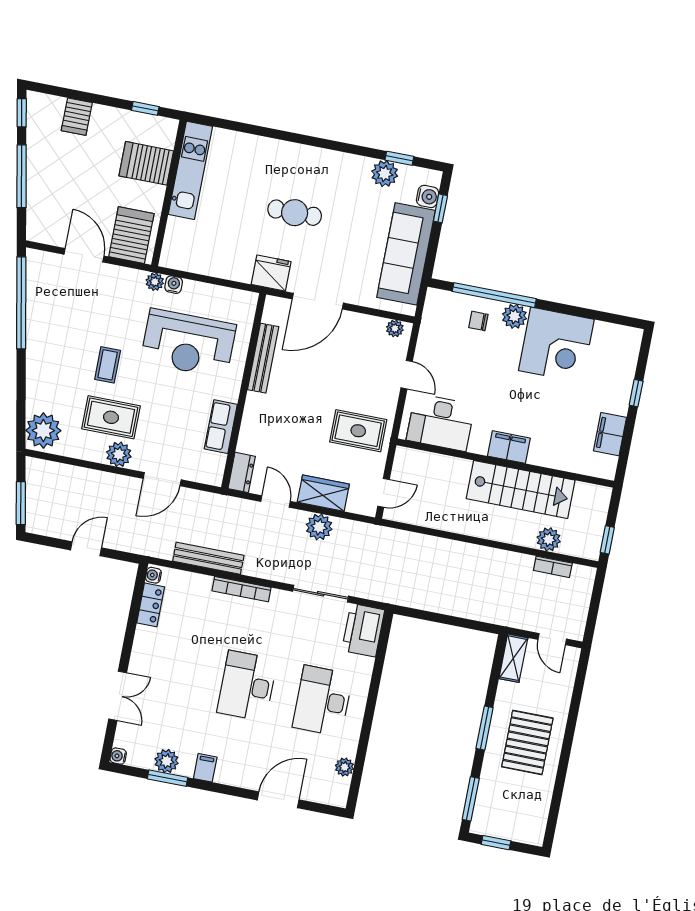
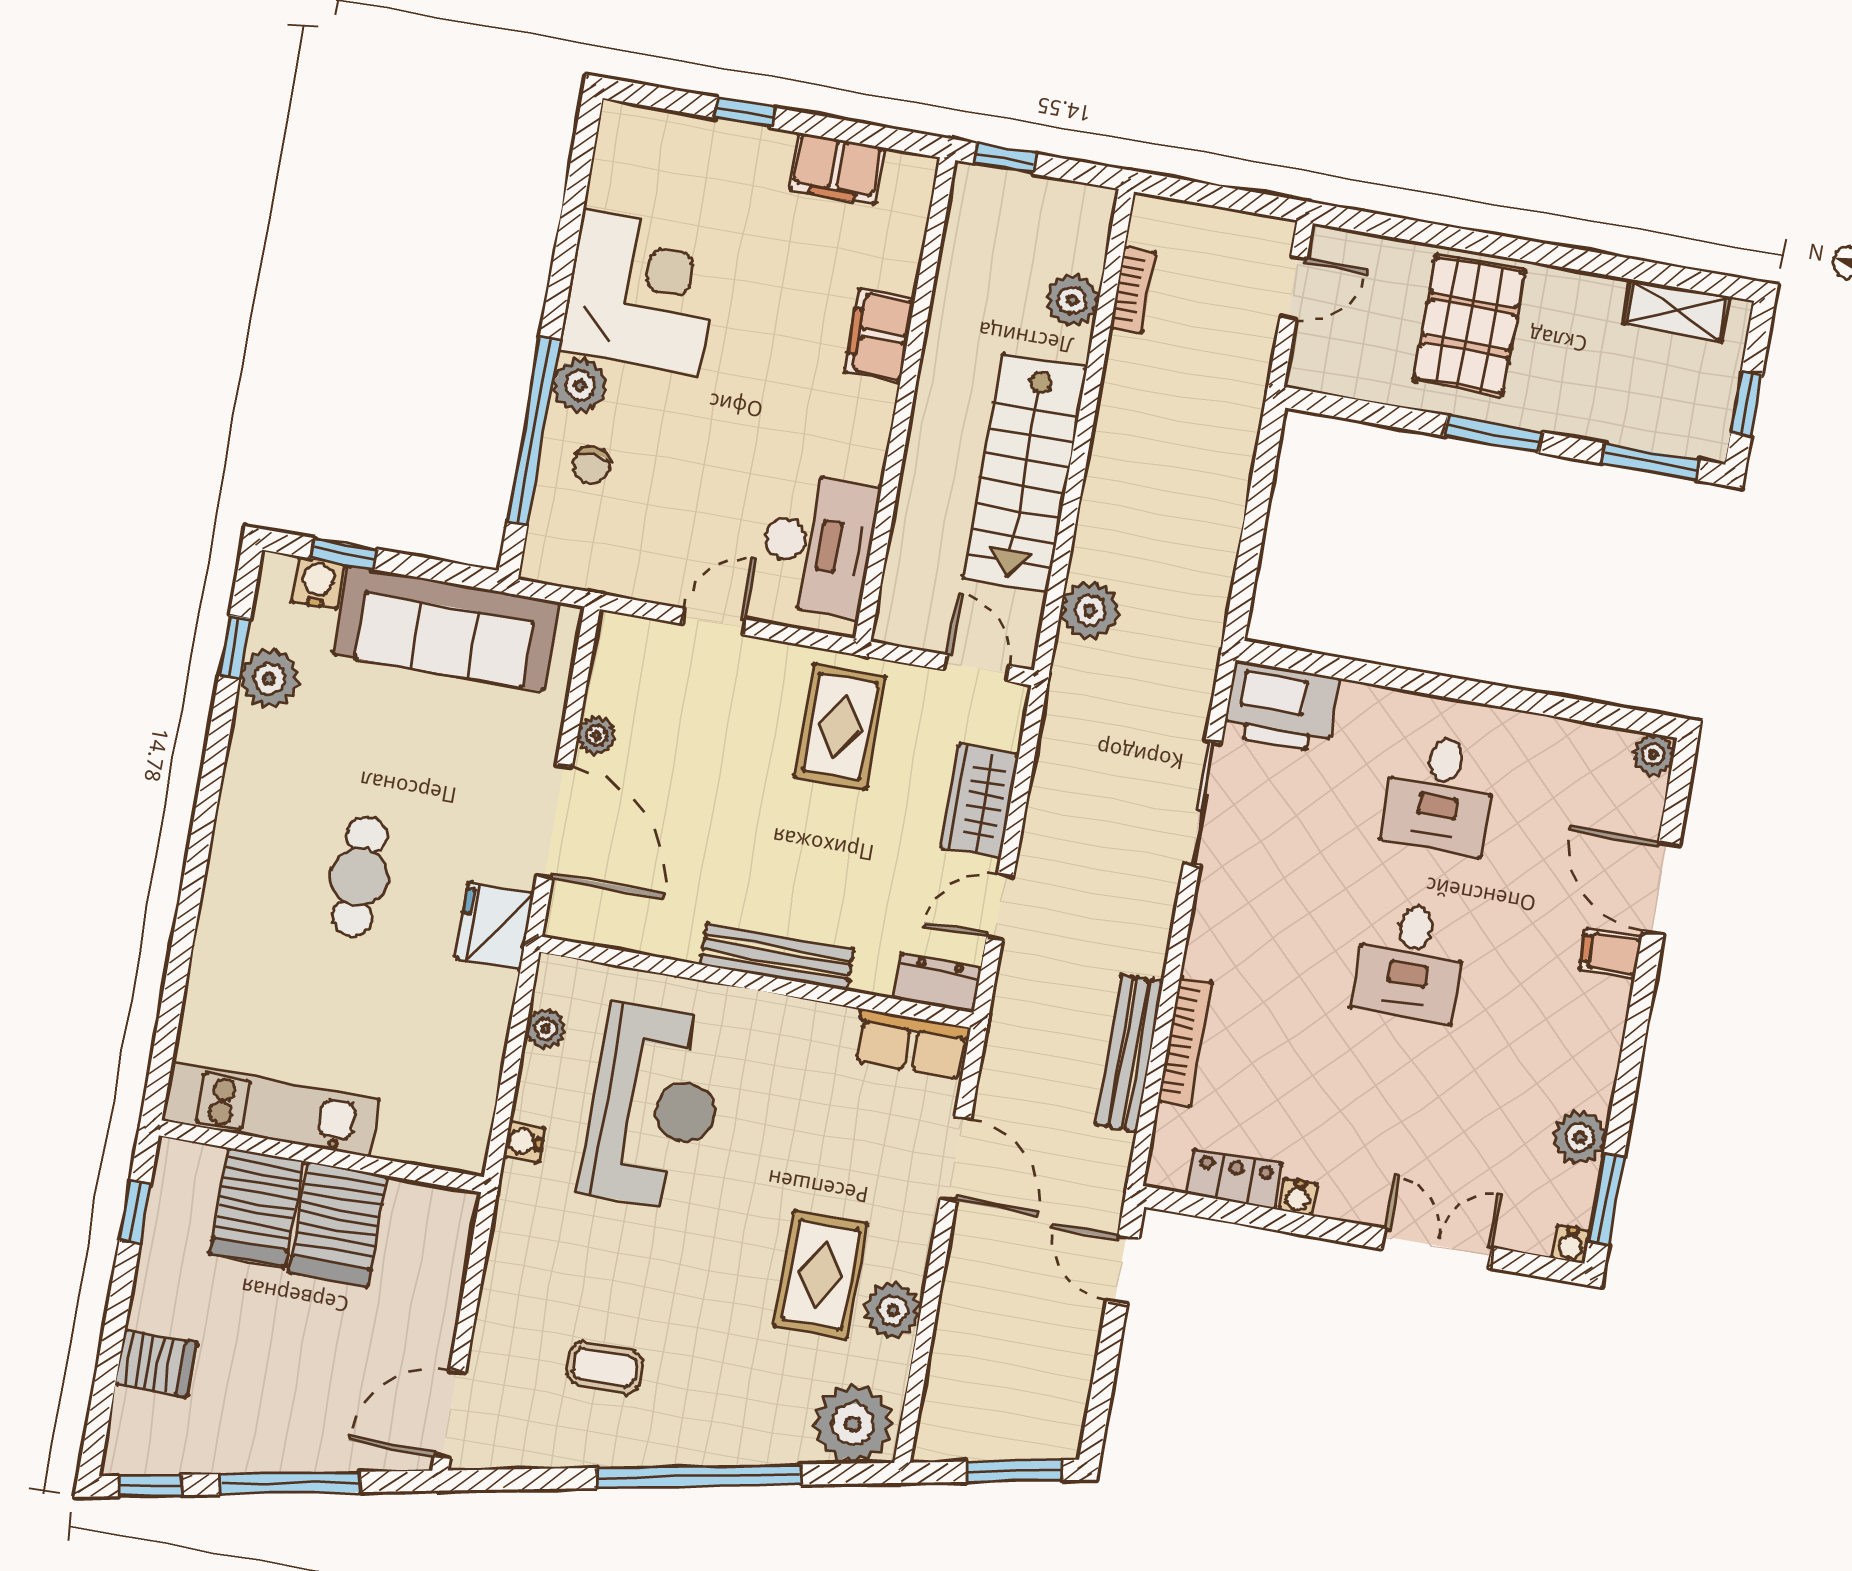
server rack: (131, 235) -> (338, 1224), moved, turned -90
door: (84, 255) -> (450, 1414), moved
plant: (155, 282) -> (546, 1029), moved
window: (21, 303) -> (699, 1476), moved
plant: (395, 328) -> (597, 735), moved
bench: (263, 358) -> (777, 957), moved
coffee table: (108, 365) -> (605, 1367), moved
row of seats: (221, 427) -> (912, 1044), moved
filing cabinet: (509, 447) -> (880, 336), moved
plant: (119, 454) -> (893, 1310), moved
stairs: (521, 489) -> (1025, 473), moved, turned 180
plant: (319, 527) -> (1090, 610), moved
window: (607, 540) -> (1005, 158), moved
door: (86, 549) -> (1123, 1270), moved
water cooler: (153, 575) -> (1298, 1197), moved
bookcase: (241, 589) -> (1185, 1042), moved
shelving: (513, 658) -> (1676, 310), moved
desk: (247, 686) -> (1410, 962), width x0.73
desk: (323, 701) -> (1440, 794), width x0.73
pallet: (527, 742) -> (1469, 325), moved, turned 90
plant: (345, 767) -> (1653, 754), moved
filing cabinet: (205, 768) -> (1610, 953), moved
window: (168, 778) -> (1606, 1199), moved

